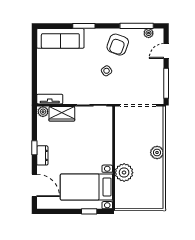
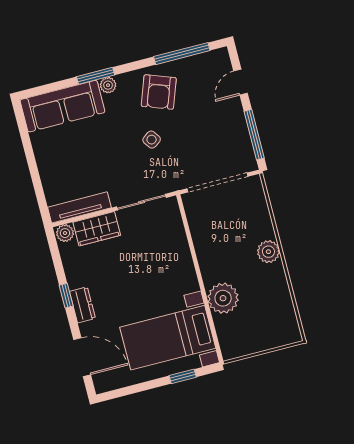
plant: (149, 33) -> (108, 85), moved
tv unit: (50, 99) -> (79, 207), width x1.41

